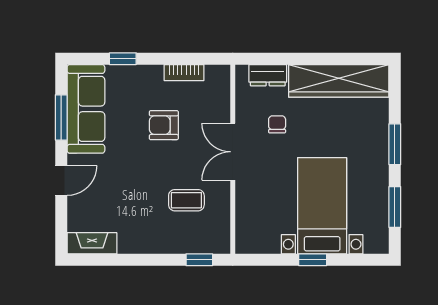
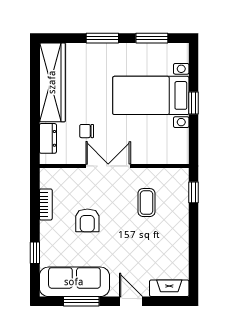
double door: (233, 152) -> (108, 166), swing flipped
fireplace: (92, 243) -> (169, 288), moved, turned 90

